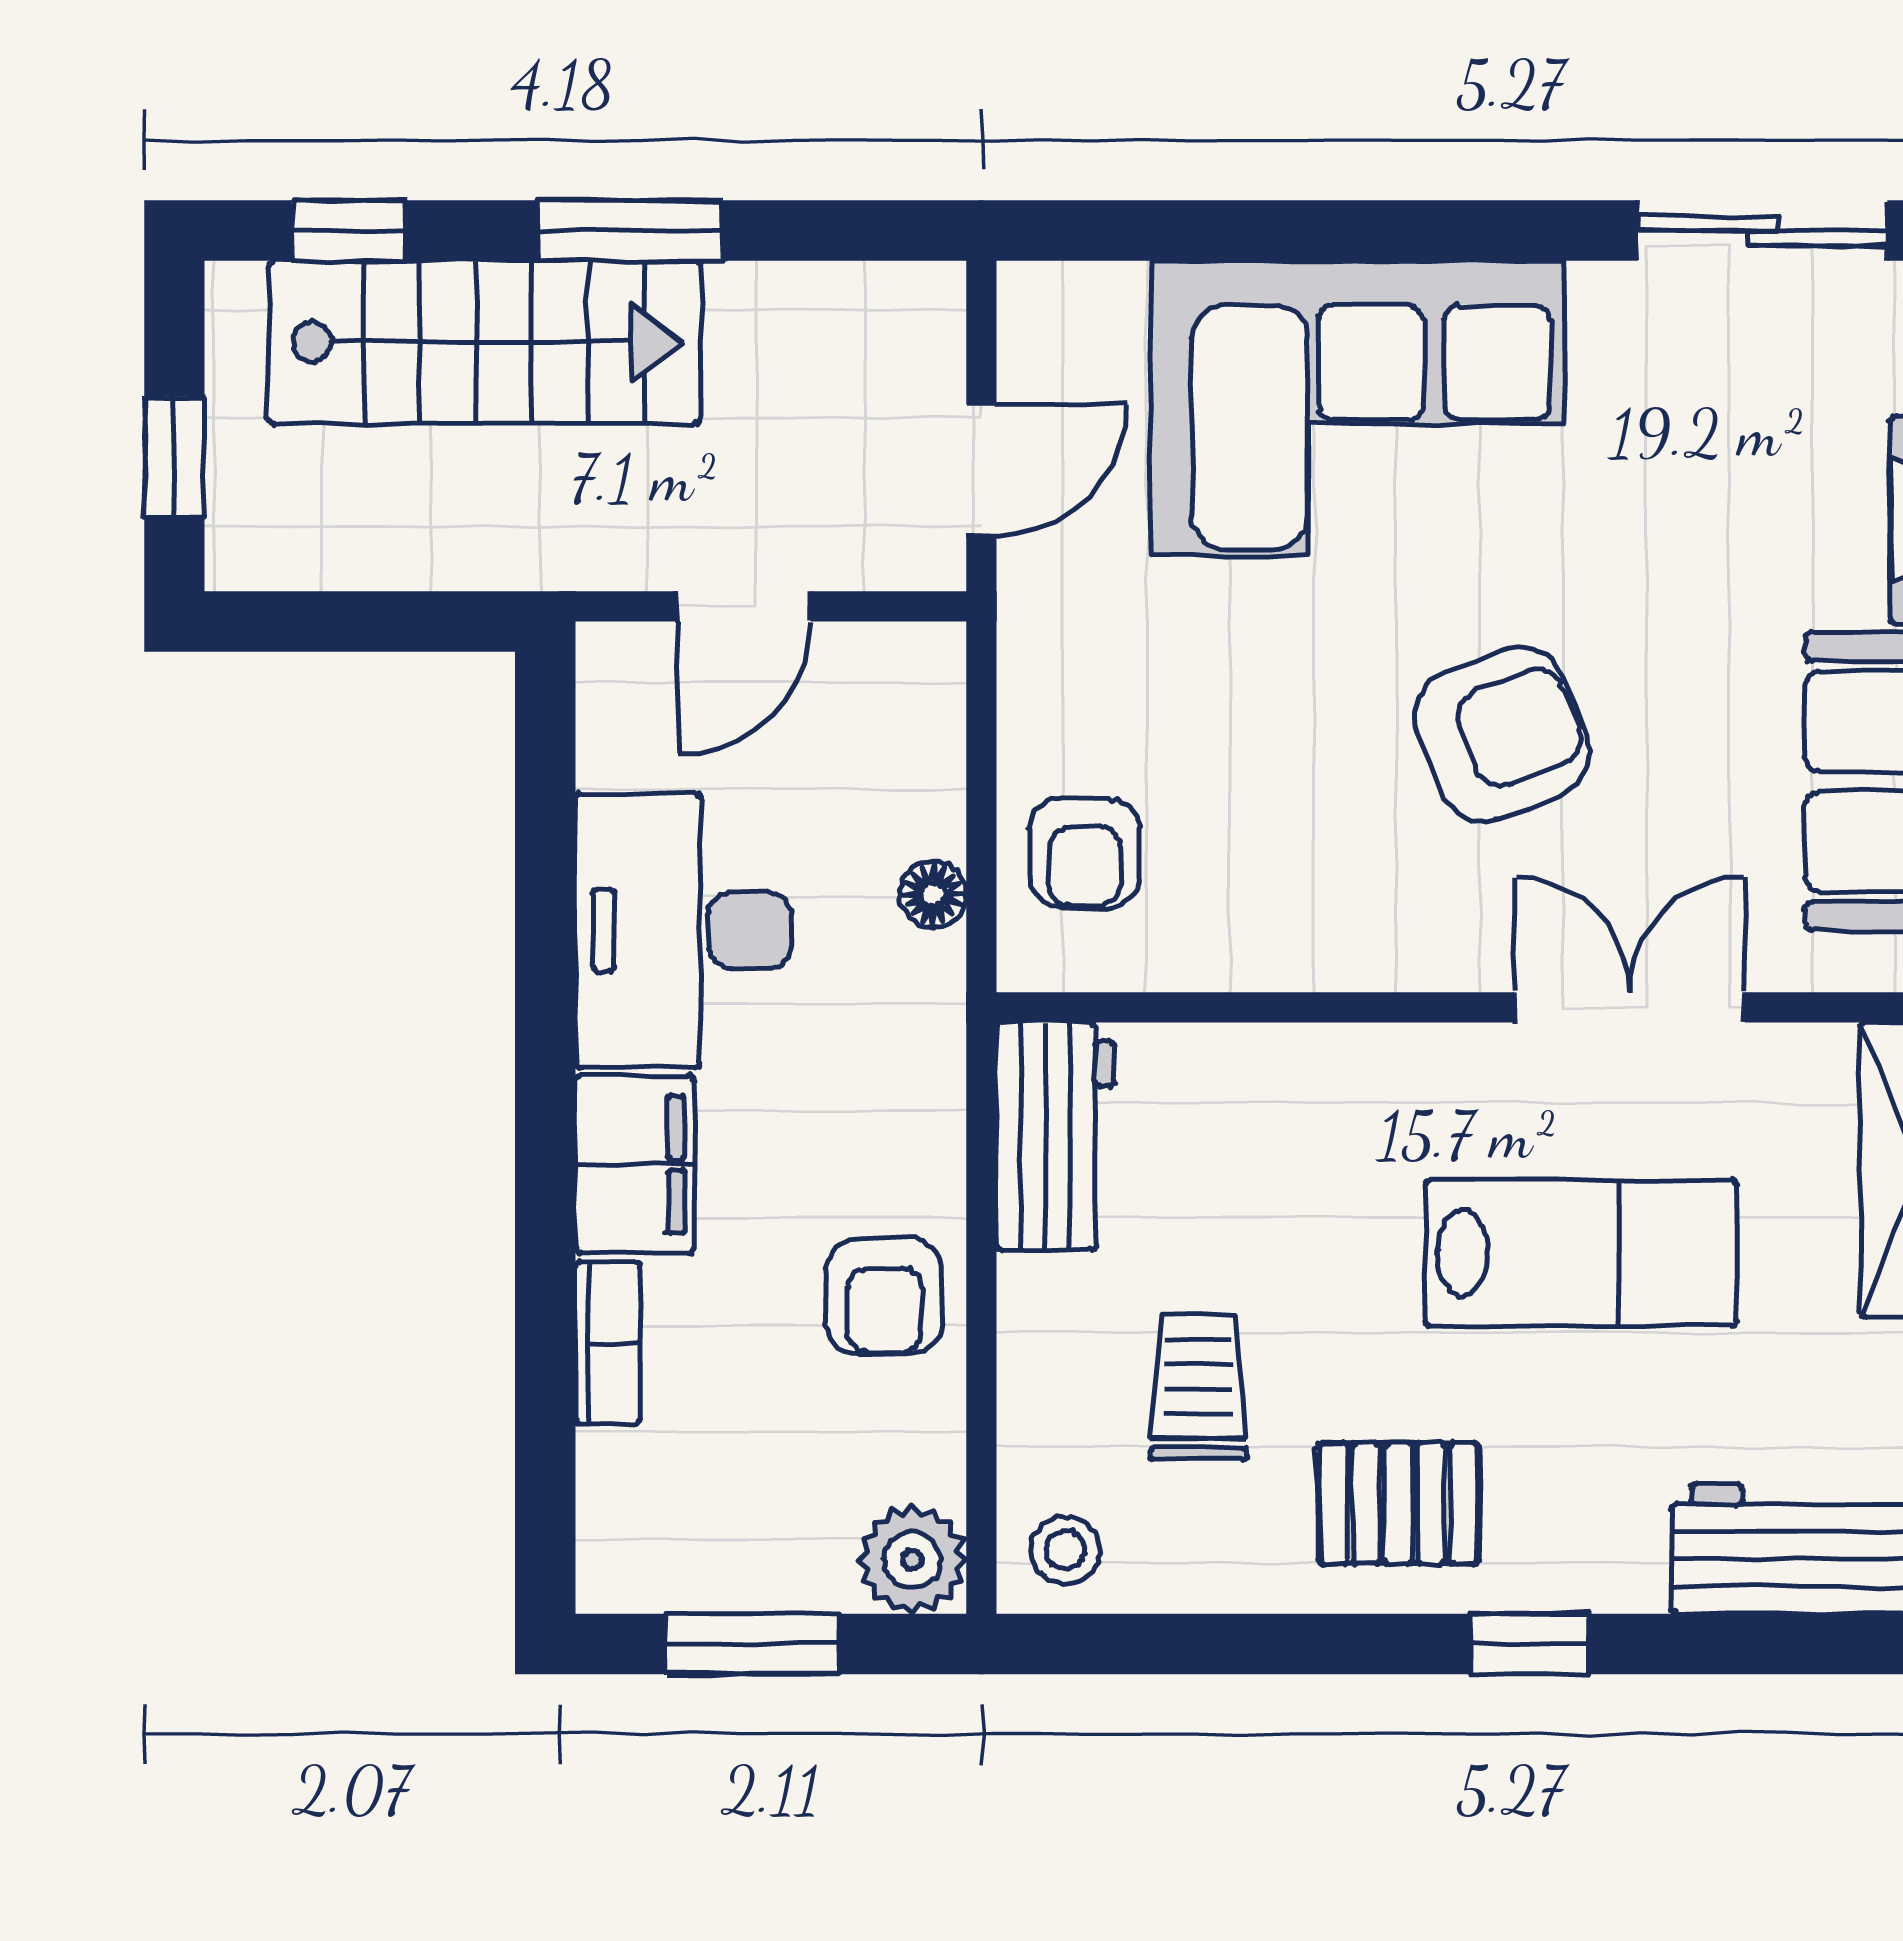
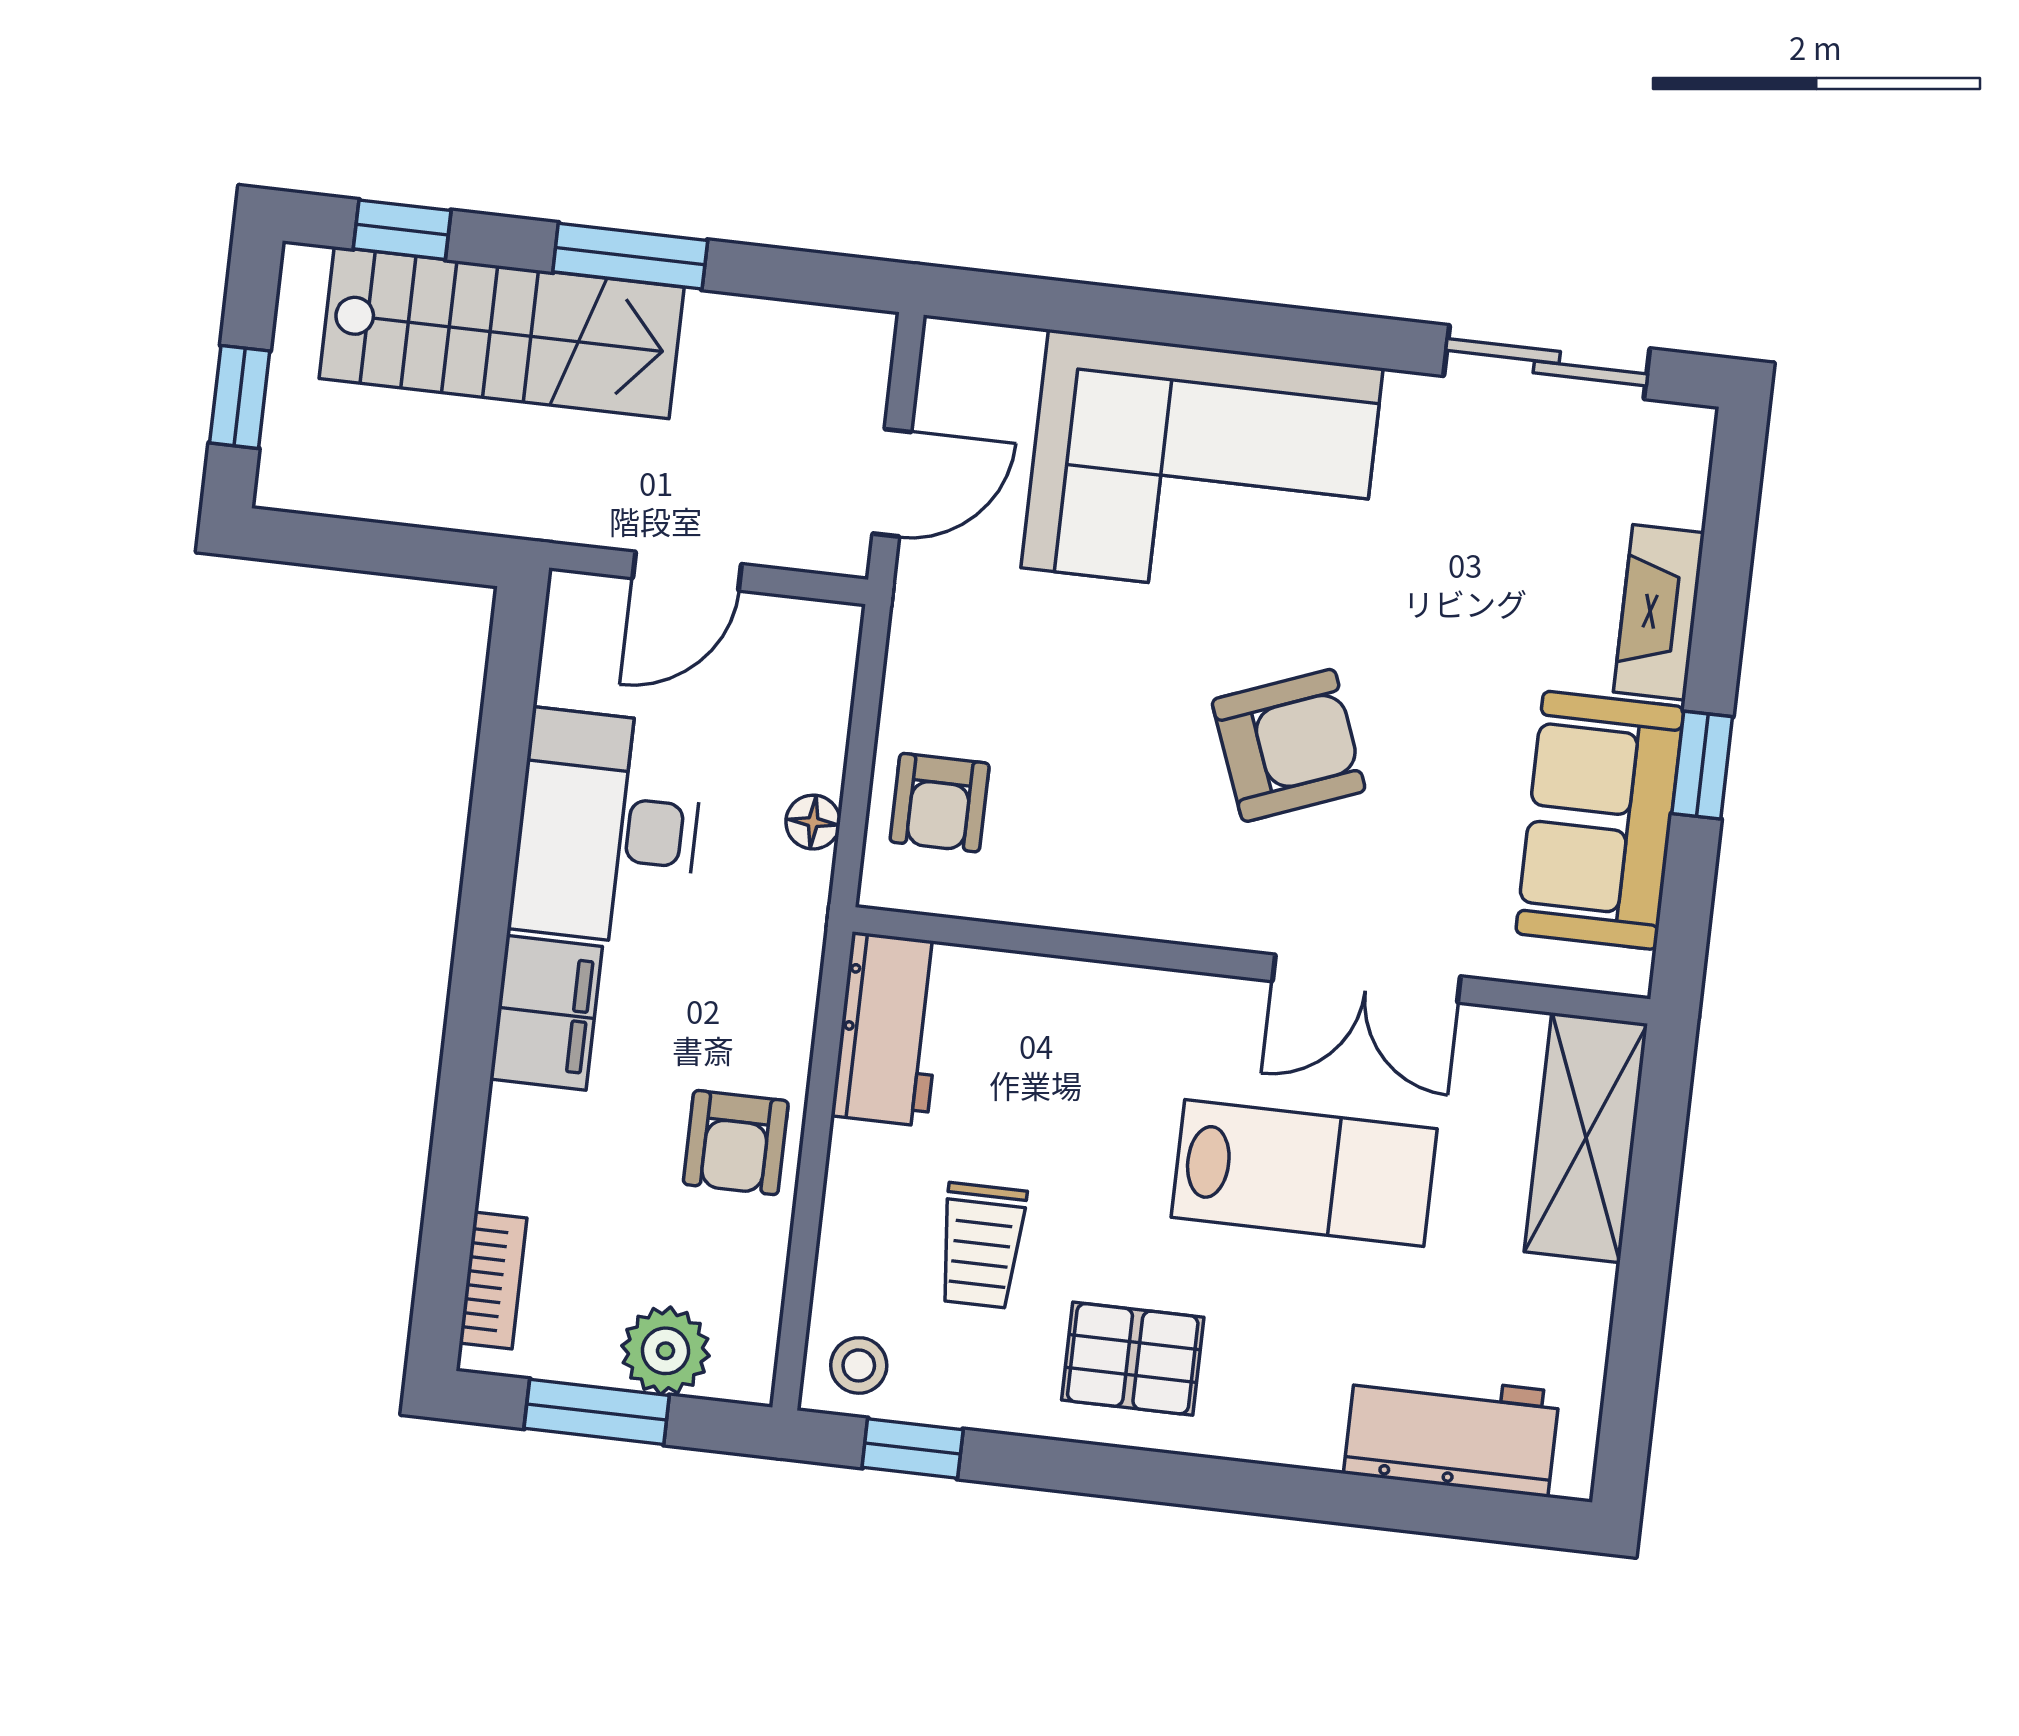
double door: (1630, 1007) -> (1366, 979), swing flipped
bookcase: (608, 1343) -> (493, 1280), moved
trolley: (1198, 1387) -> (981, 1246), turned 180
plant: (912, 1560) -> (665, 1351), moved
window: (1530, 1644) -> (913, 1448), moved

